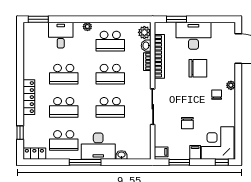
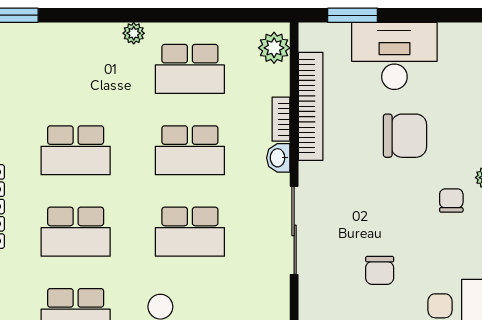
desk: (61, 35) -> (68, 54), removed
washbasin: (146, 46) -> (278, 158), moved

